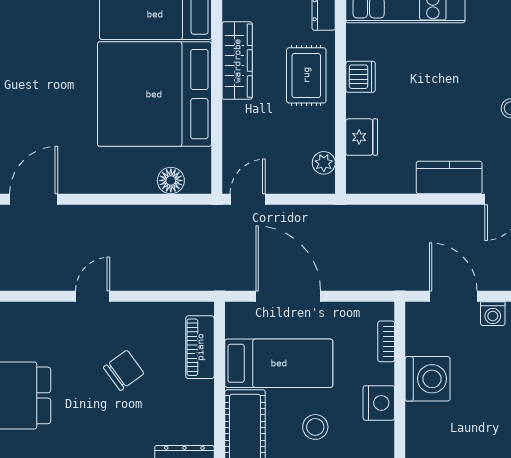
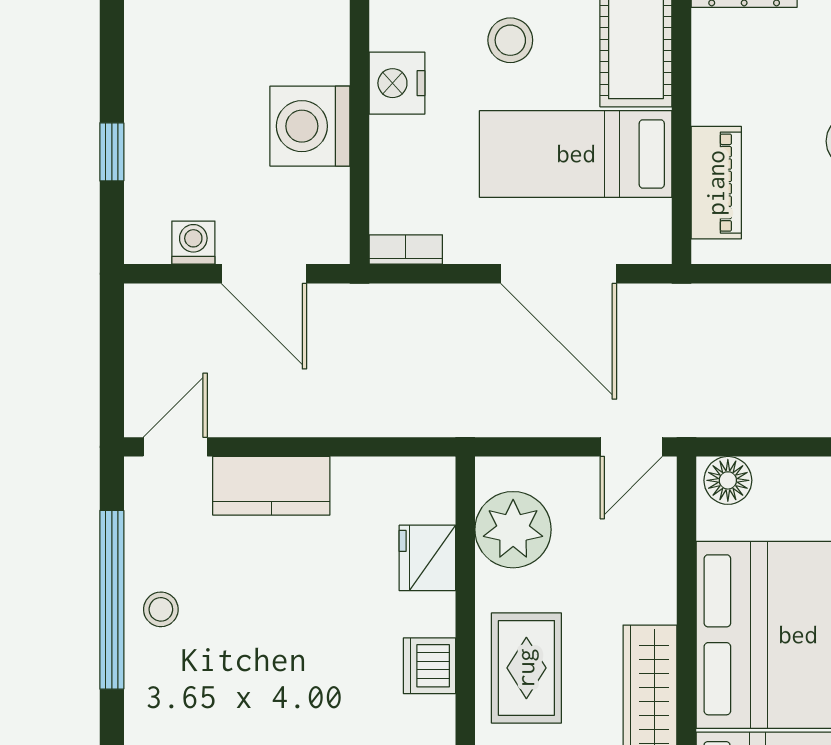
plant: (324, 163) -> (513, 530), width x1.87, depth x1.87
floor lamp: (171, 180) -> (728, 480), moved
bookcase: (386, 341) -> (406, 249), moved, turned -90

